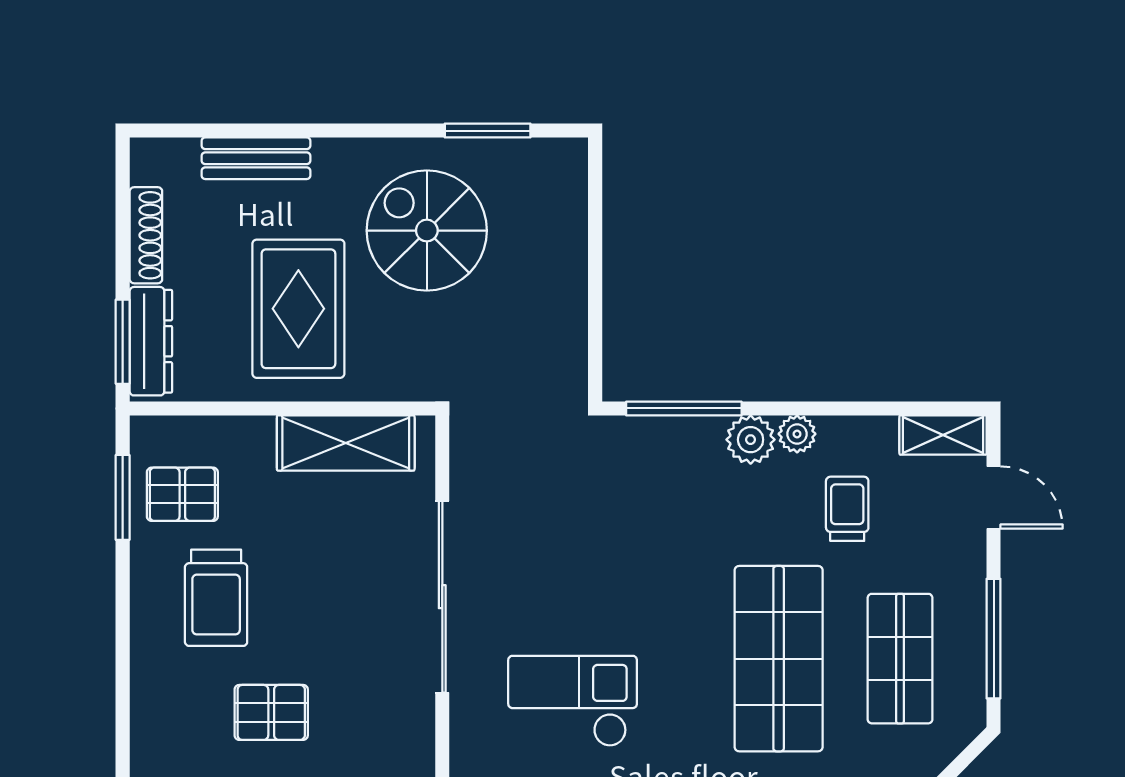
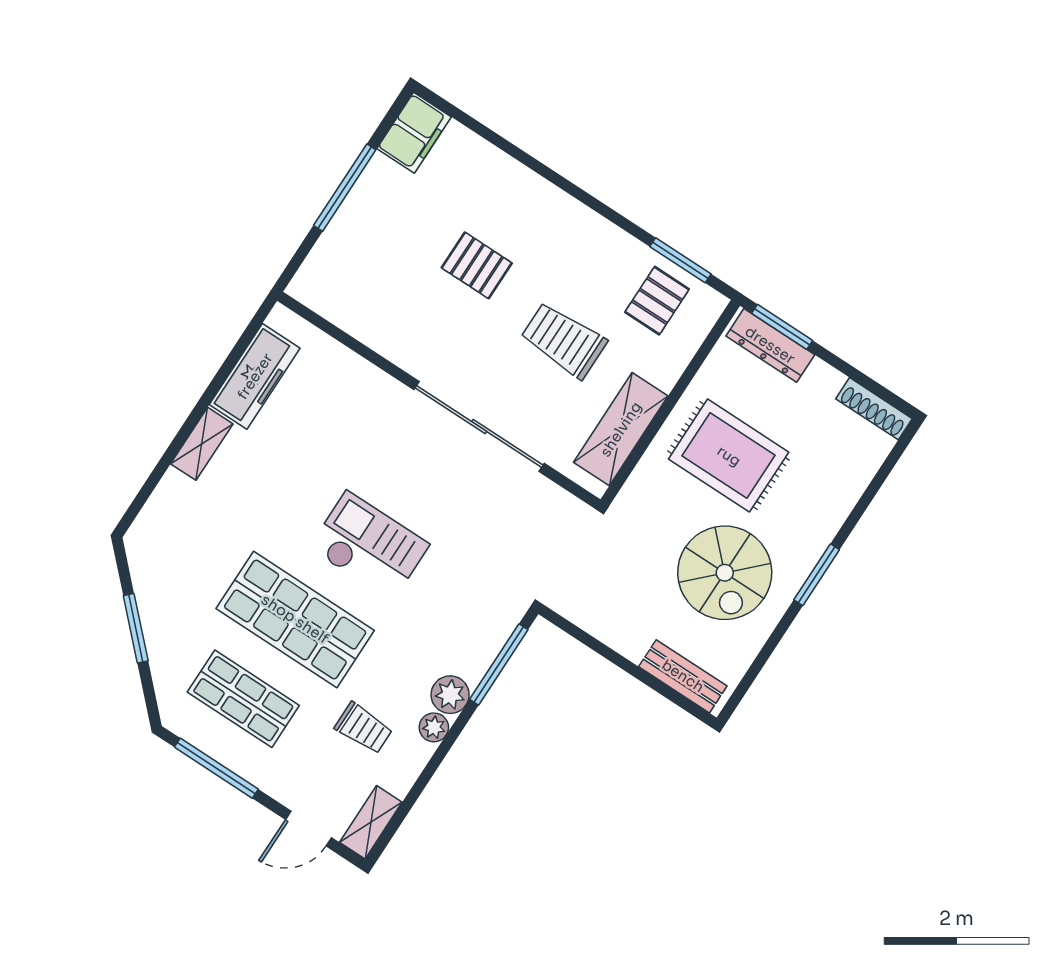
window: (488, 131) -> (817, 575), moved
bench: (256, 158) -> (683, 676), moved, turned 90
spiral stairs: (427, 231) -> (725, 573), turned 90
shoe rack: (146, 235) -> (874, 409), moved
trolley: (216, 598) -> (564, 340), moved
checkout: (573, 701) -> (369, 546), moved, turned -90
pallet: (271, 712) -> (477, 265), turned 90

